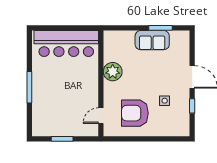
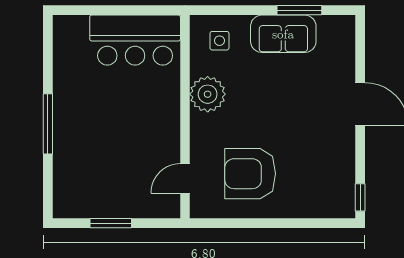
bar counter: (66, 43) -> (135, 40), width x0.73
side table: (165, 101) -> (219, 41), moved
window: (192, 106) -> (360, 197), moved

